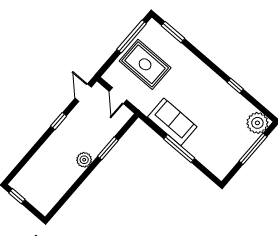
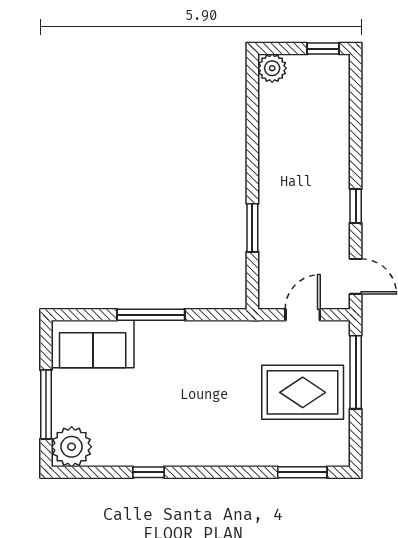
window: (132, 37) -> (356, 372), moved
door: (118, 96) -> (303, 315), hinge flipped
sofa: (172, 122) -> (93, 344), moved
plant: (84, 160) -> (272, 68), moved

